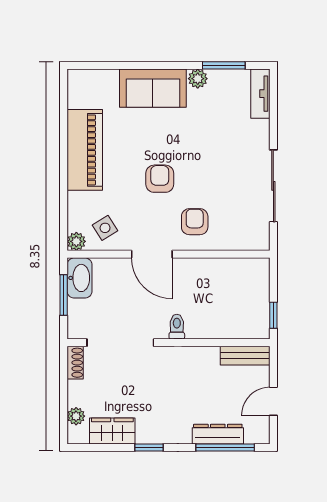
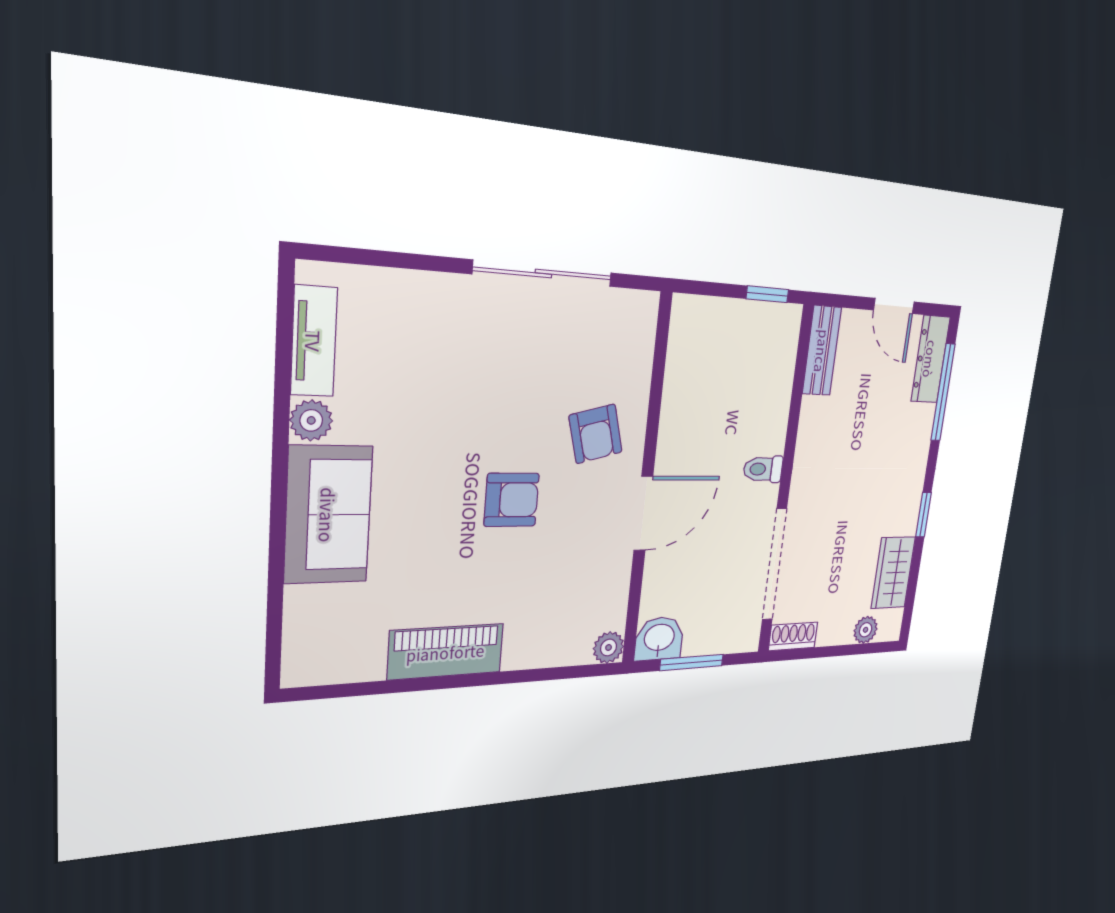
window: (224, 65) -> (283, 362), removed
tv unit: (260, 94) -> (314, 341), moved, turned -90
piano: (85, 150) -> (446, 652), width x0.73, depth x0.75
armchair: (160, 179) -> (512, 500), turned 180
armchair: (195, 222) -> (596, 434), turned -105
side table: (105, 228) -> (591, 599), removed
washbasin: (80, 278) -> (659, 639), width x0.72
dresser: (218, 434) -> (930, 359), moved

